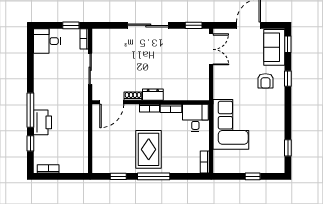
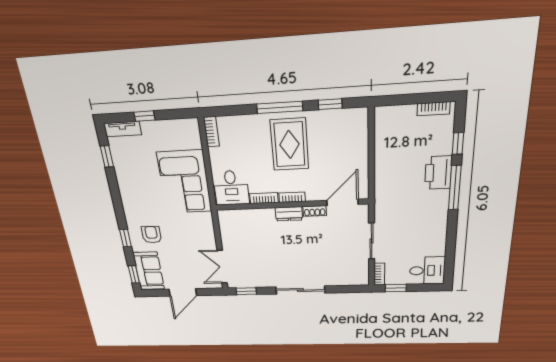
tv unit: (271, 168) -> (123, 129), added

